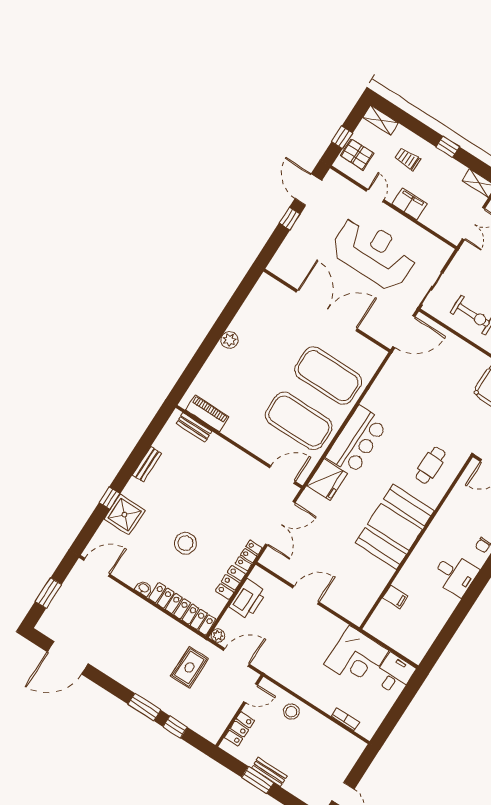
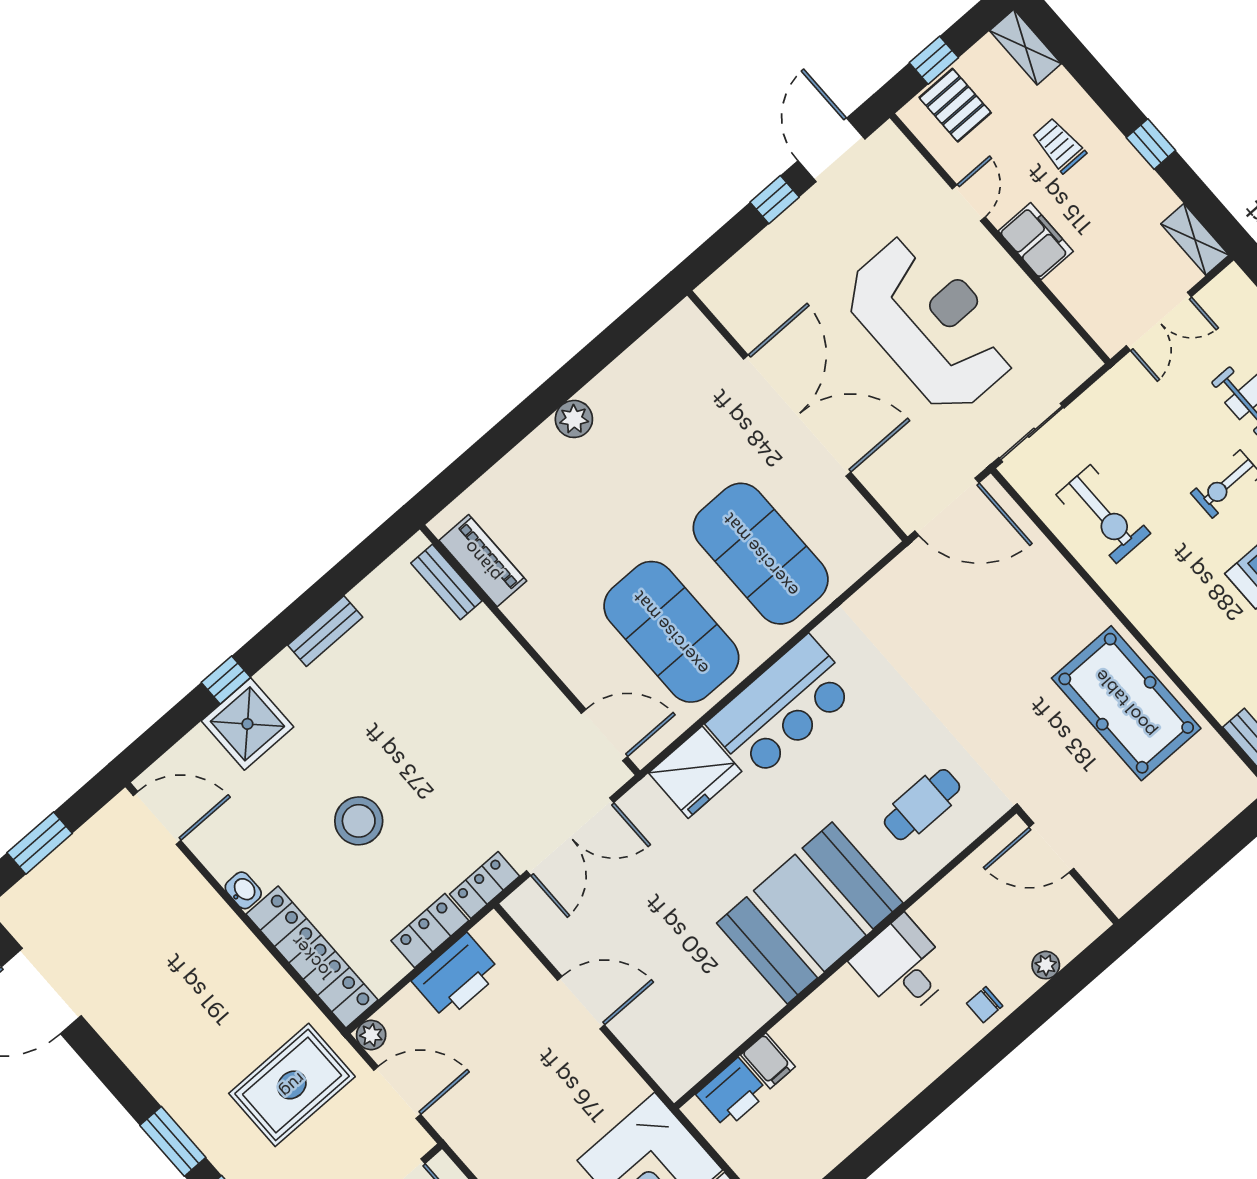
desk: (455, 574) -> (903, 967), moved, turned 180
printer: (384, 616) -> (732, 1093), added
rug: (189, 667) -> (292, 1085), width x1.36, depth x1.43

